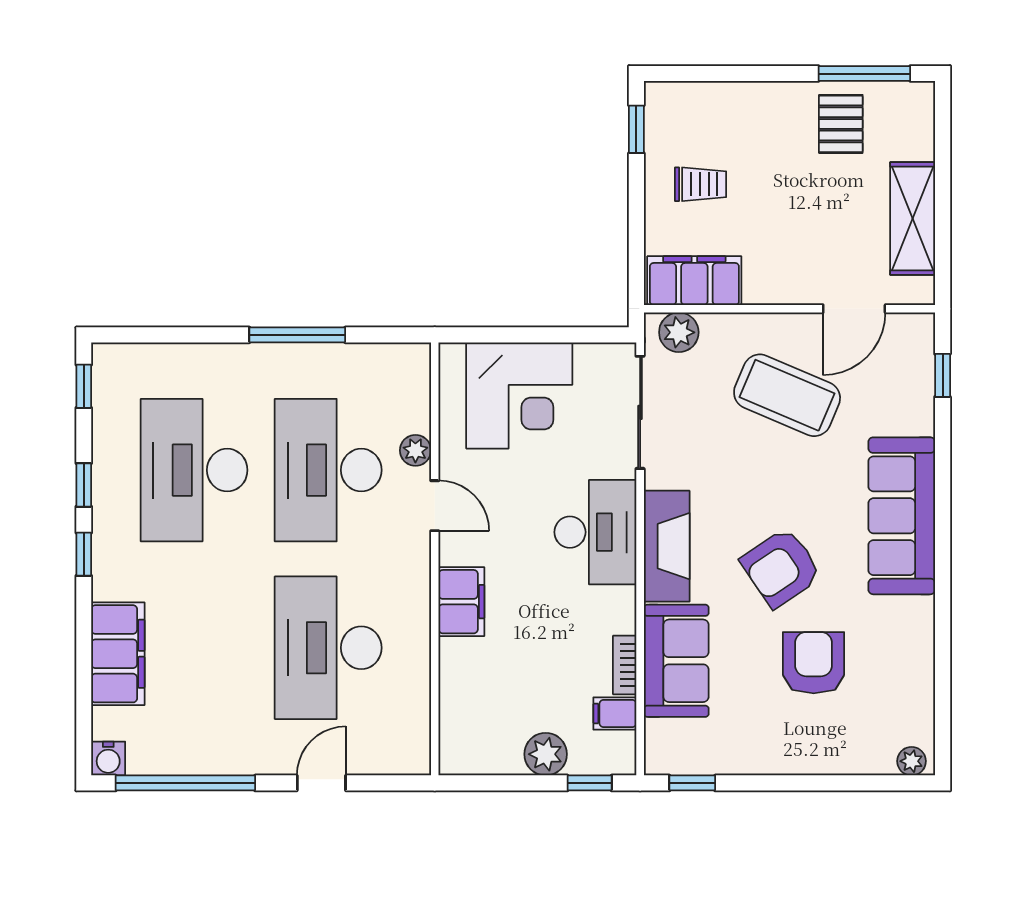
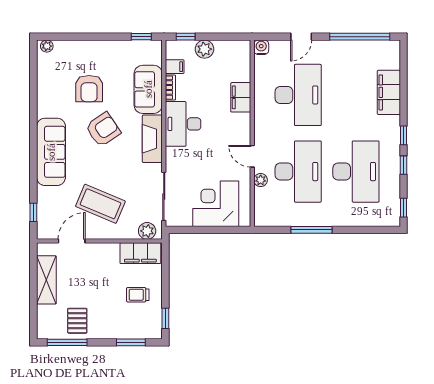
window: (717, 74) -> (131, 342), added
desk: (595, 532) -> (183, 124), moved
filing cabinet: (461, 602) -> (241, 97), moved
water cooler: (108, 759) -> (261, 47), moved

